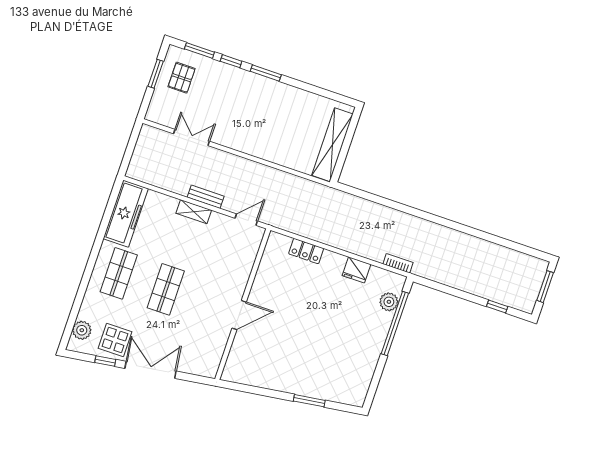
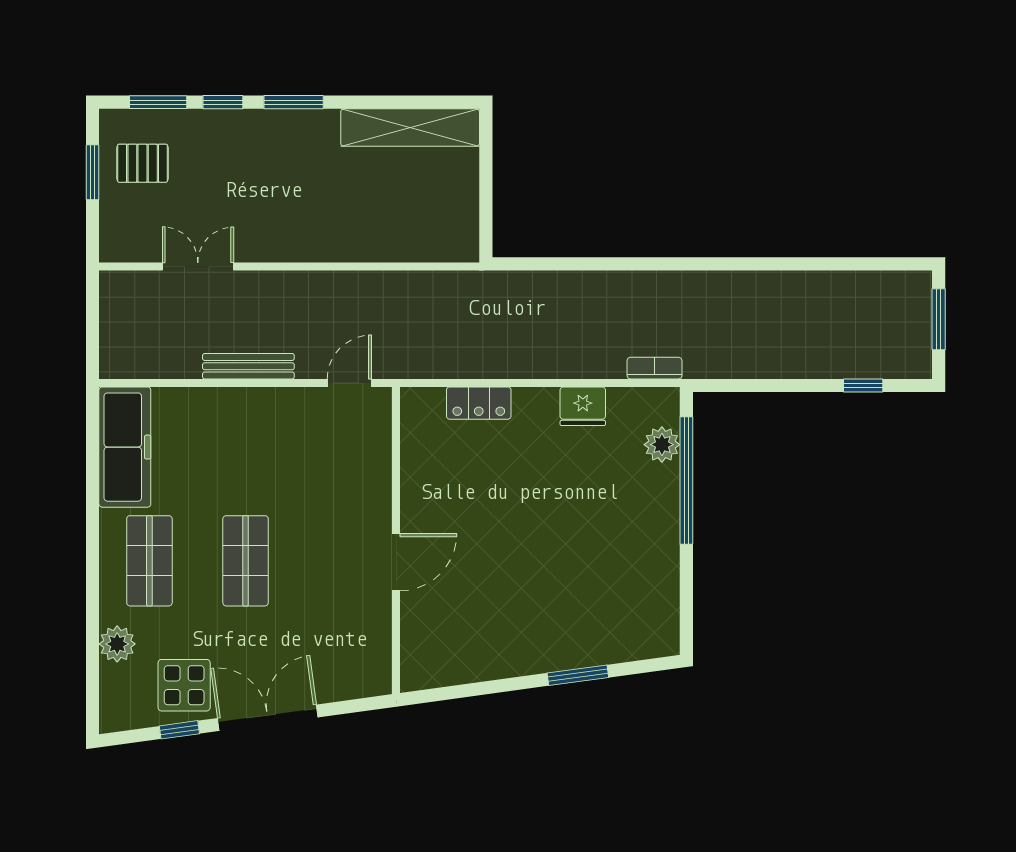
pallet: (182, 78) -> (143, 163), turned 90
shelving: (332, 145) -> (410, 128), moved, turned 90
bench: (206, 197) -> (248, 366), width x1.36
shelving: (194, 212) -> (248, 401), removed
plant: (82, 330) -> (117, 644), moved

